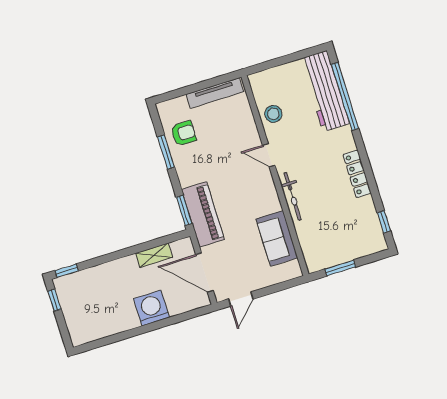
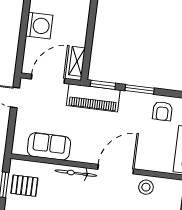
window: (166, 152) -> (140, 89), moved
door: (269, 155) -> (116, 169), width x1.87
pallet: (331, 246) -> (24, 186), added
shelving: (154, 255) -> (77, 61), moved

